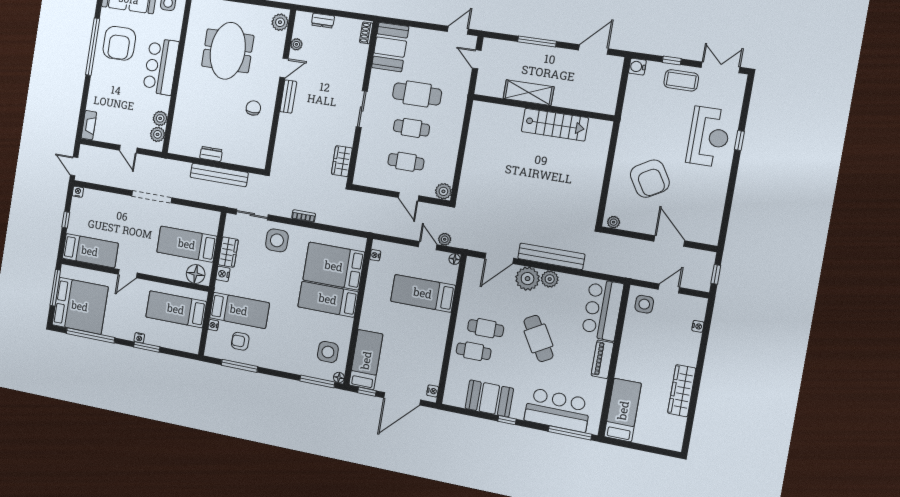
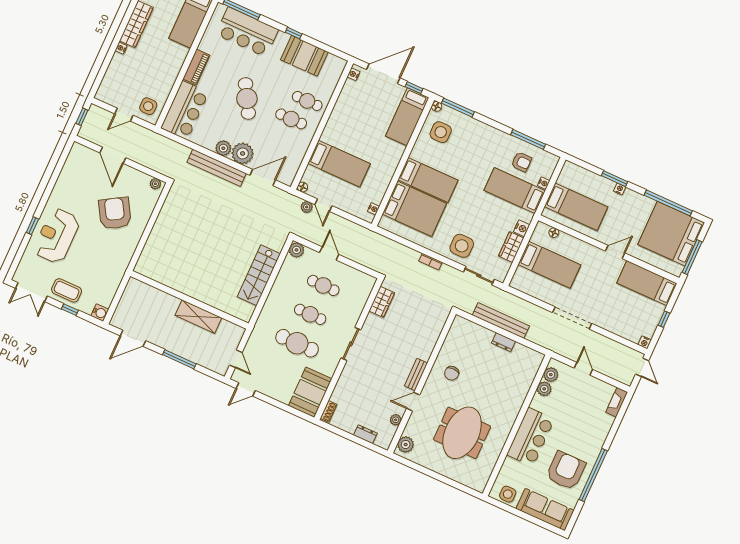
stairs: (555, 125) -> (259, 275), moved, turned -90
floor lamp: (196, 274) -> (554, 233), width x0.53, depth x0.53
nightstand: (698, 326) -> (121, 48), moved

